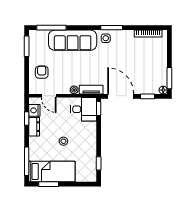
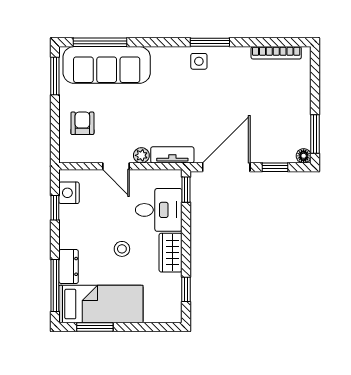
sofa: (73, 40) -> (107, 65), moved
door: (49, 96) -> (116, 166), moved
door: (121, 96) -> (226, 167), hinge flipped
desk: (84, 109) -> (159, 210), moved
dresser: (34, 127) -> (69, 266), moved
wardrobe: (90, 143) -> (171, 253), added

